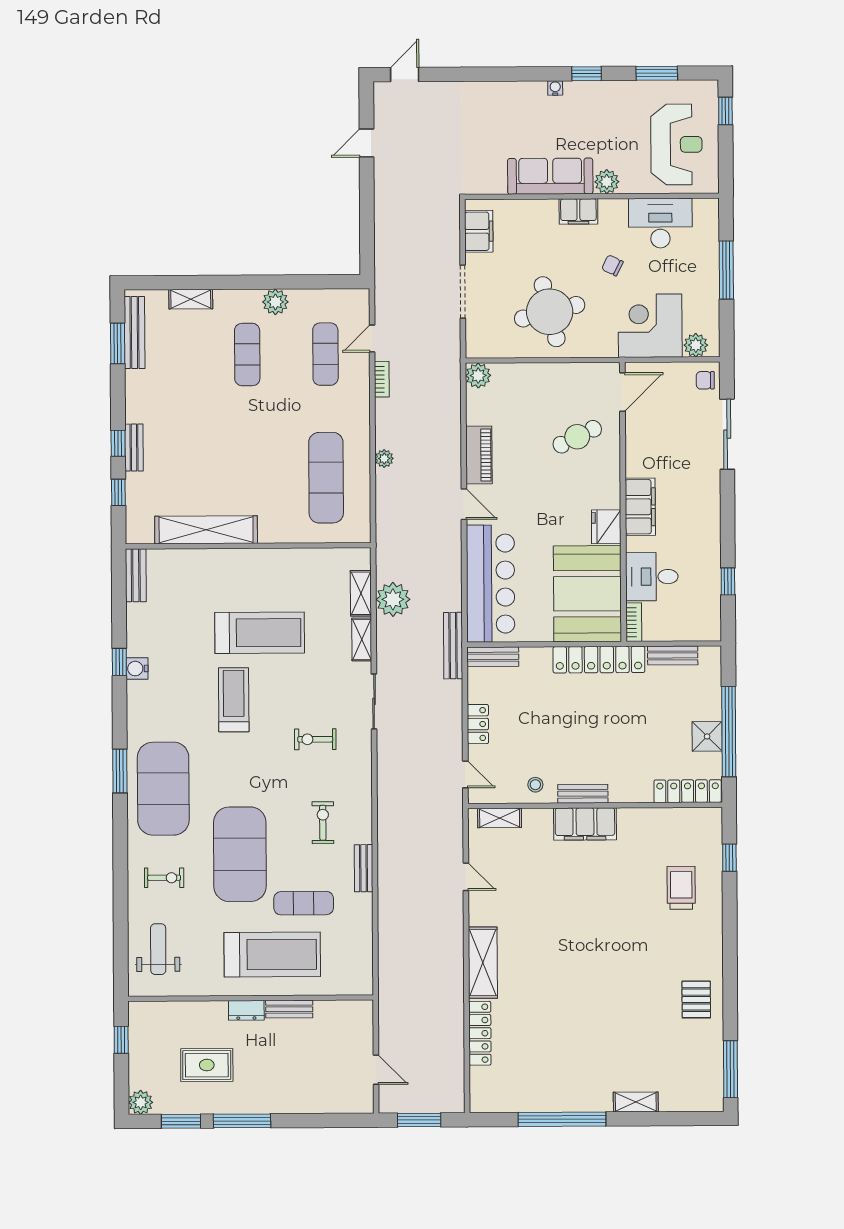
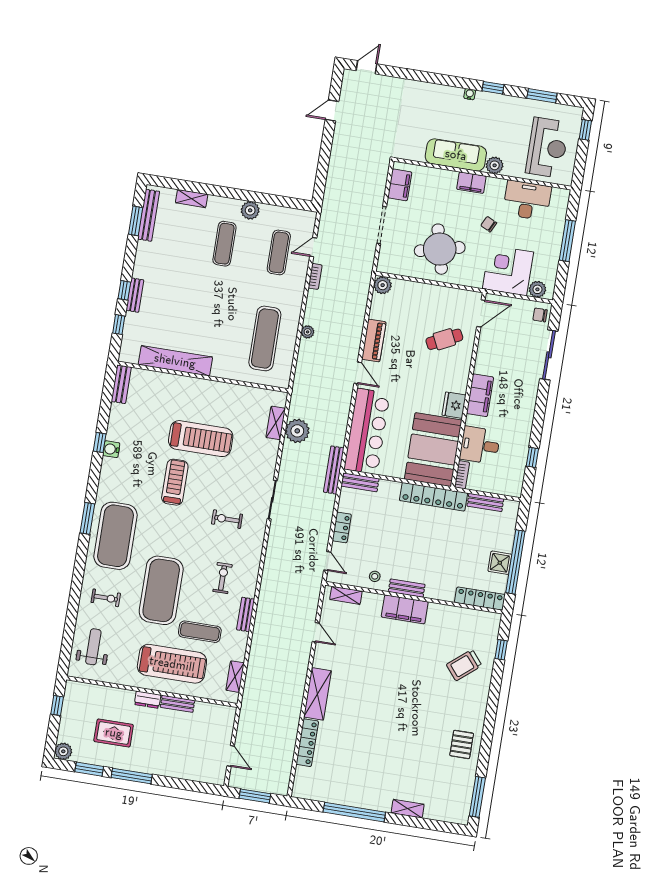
shelving: (362, 639) -> (235, 677), moved
trolley: (681, 888) -> (464, 665), turned -130

